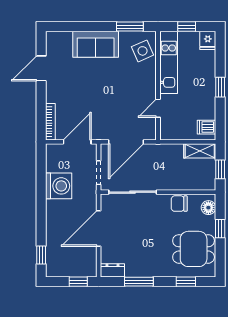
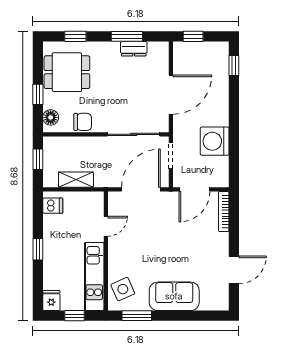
shelving: (200, 151) -> (76, 180), moved
dresser: (112, 270) -> (134, 49), moved

